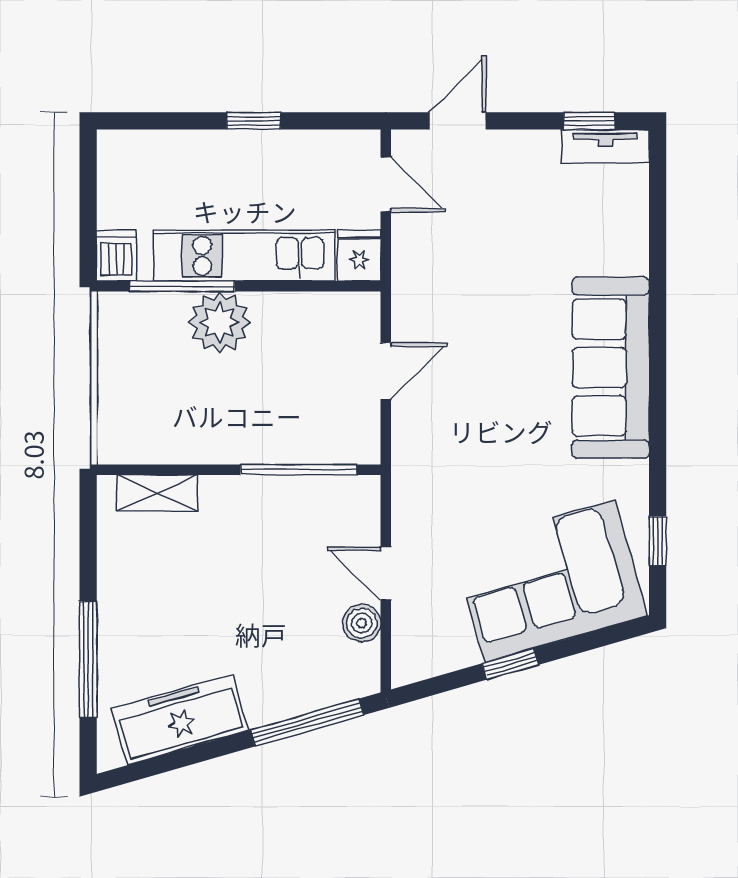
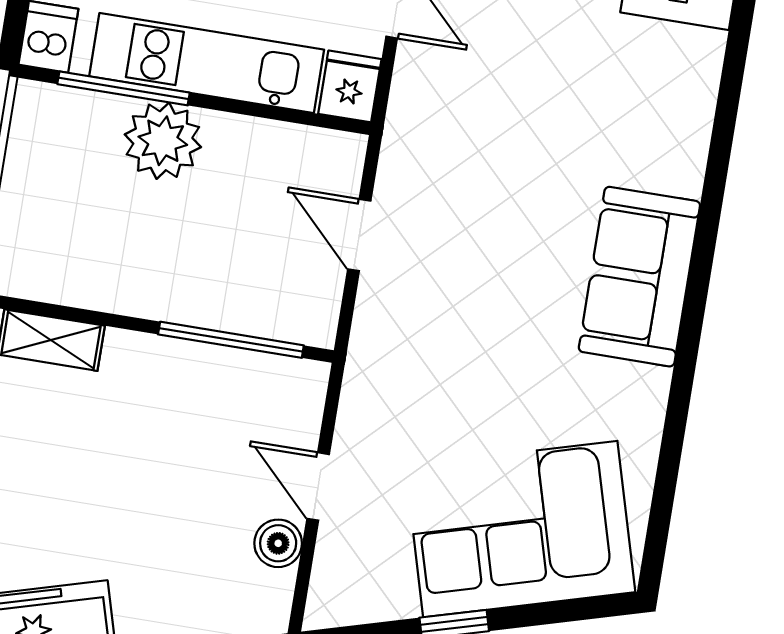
sofa: (611, 368) -> (639, 277), width x0.73
door: (386, 371) -> (359, 235), swing flipped
window: (658, 541) -> (663, 501), removed

